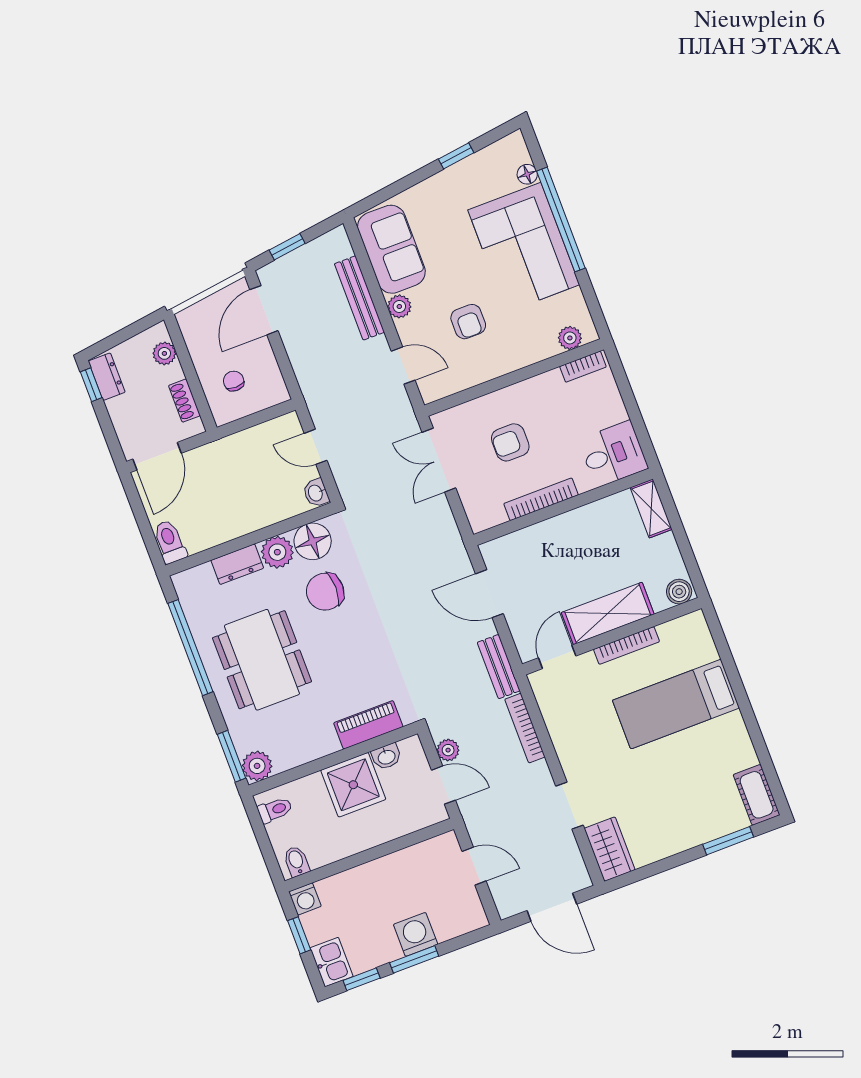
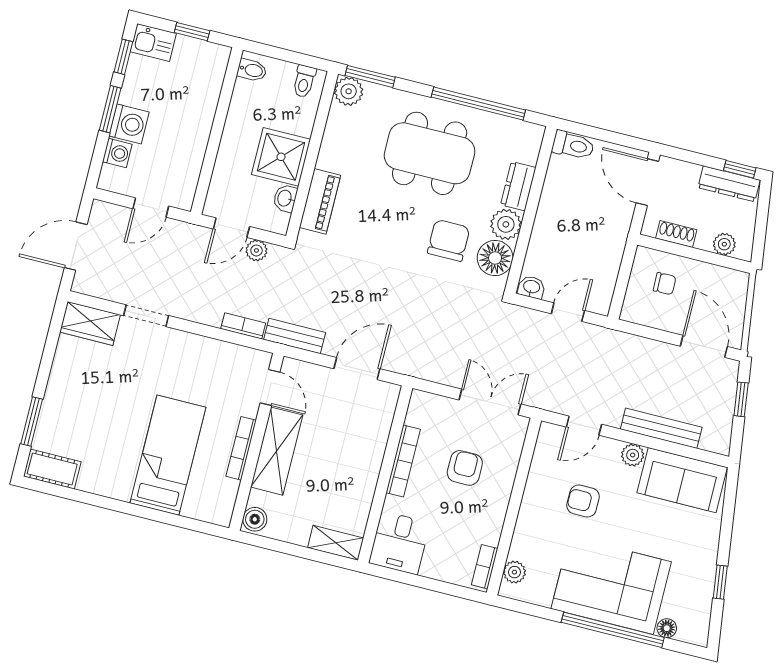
dresser: (107, 377) -> (729, 184), width x1.44
bookcase: (525, 728) -> (243, 326), width x0.64
washing machine: (305, 899) -> (117, 153), moved, turned 180

